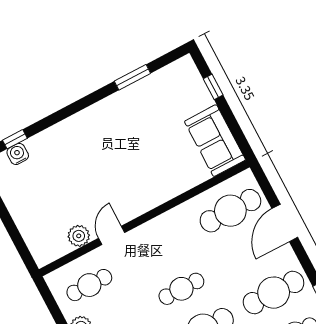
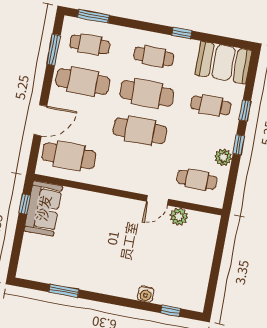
window: (213, 87) -> (25, 204), moved
water cooler: (18, 154) -> (146, 294), moved
cafe table: (181, 289) -> (140, 131), width x1.37, depth x1.35

